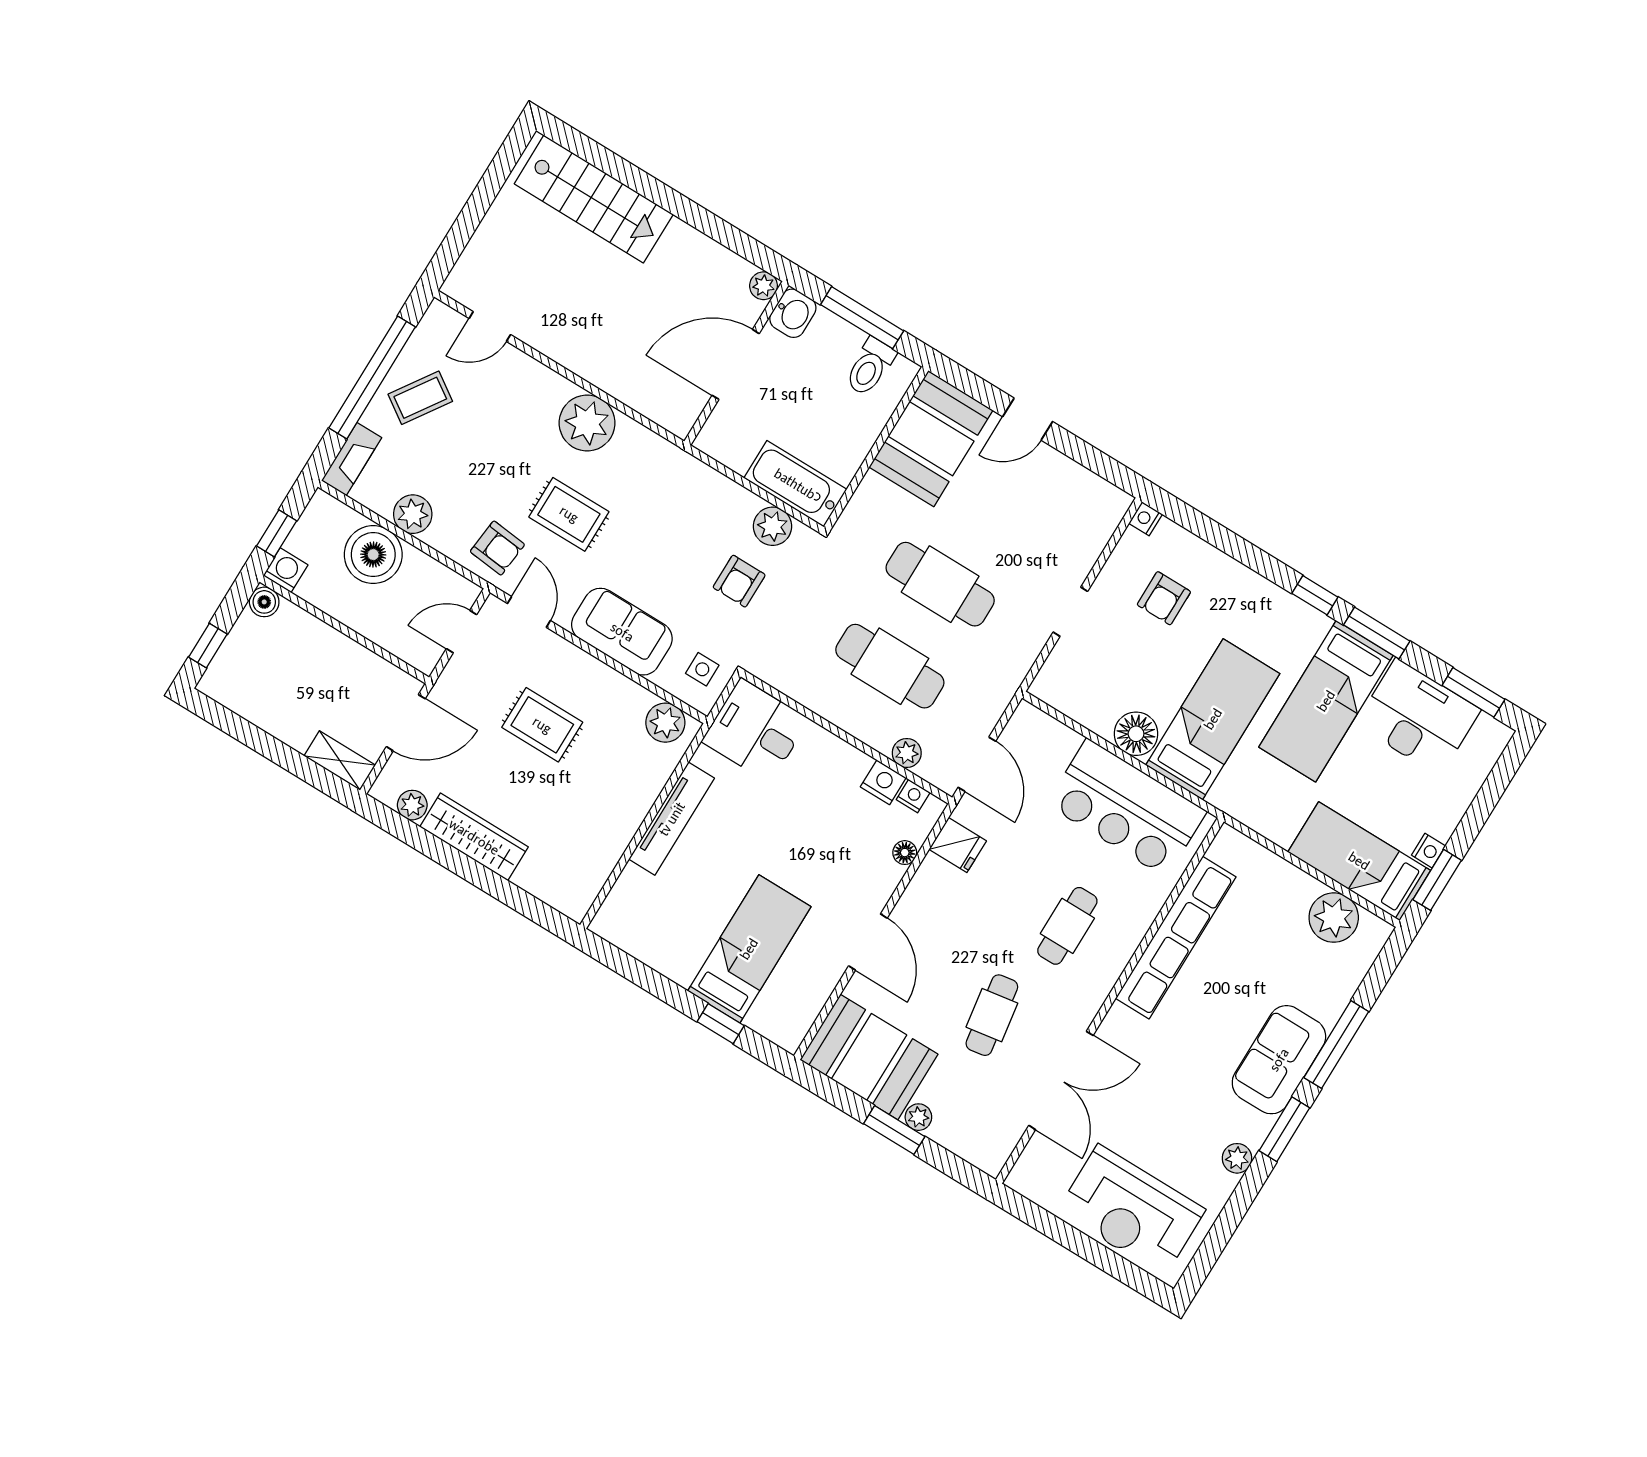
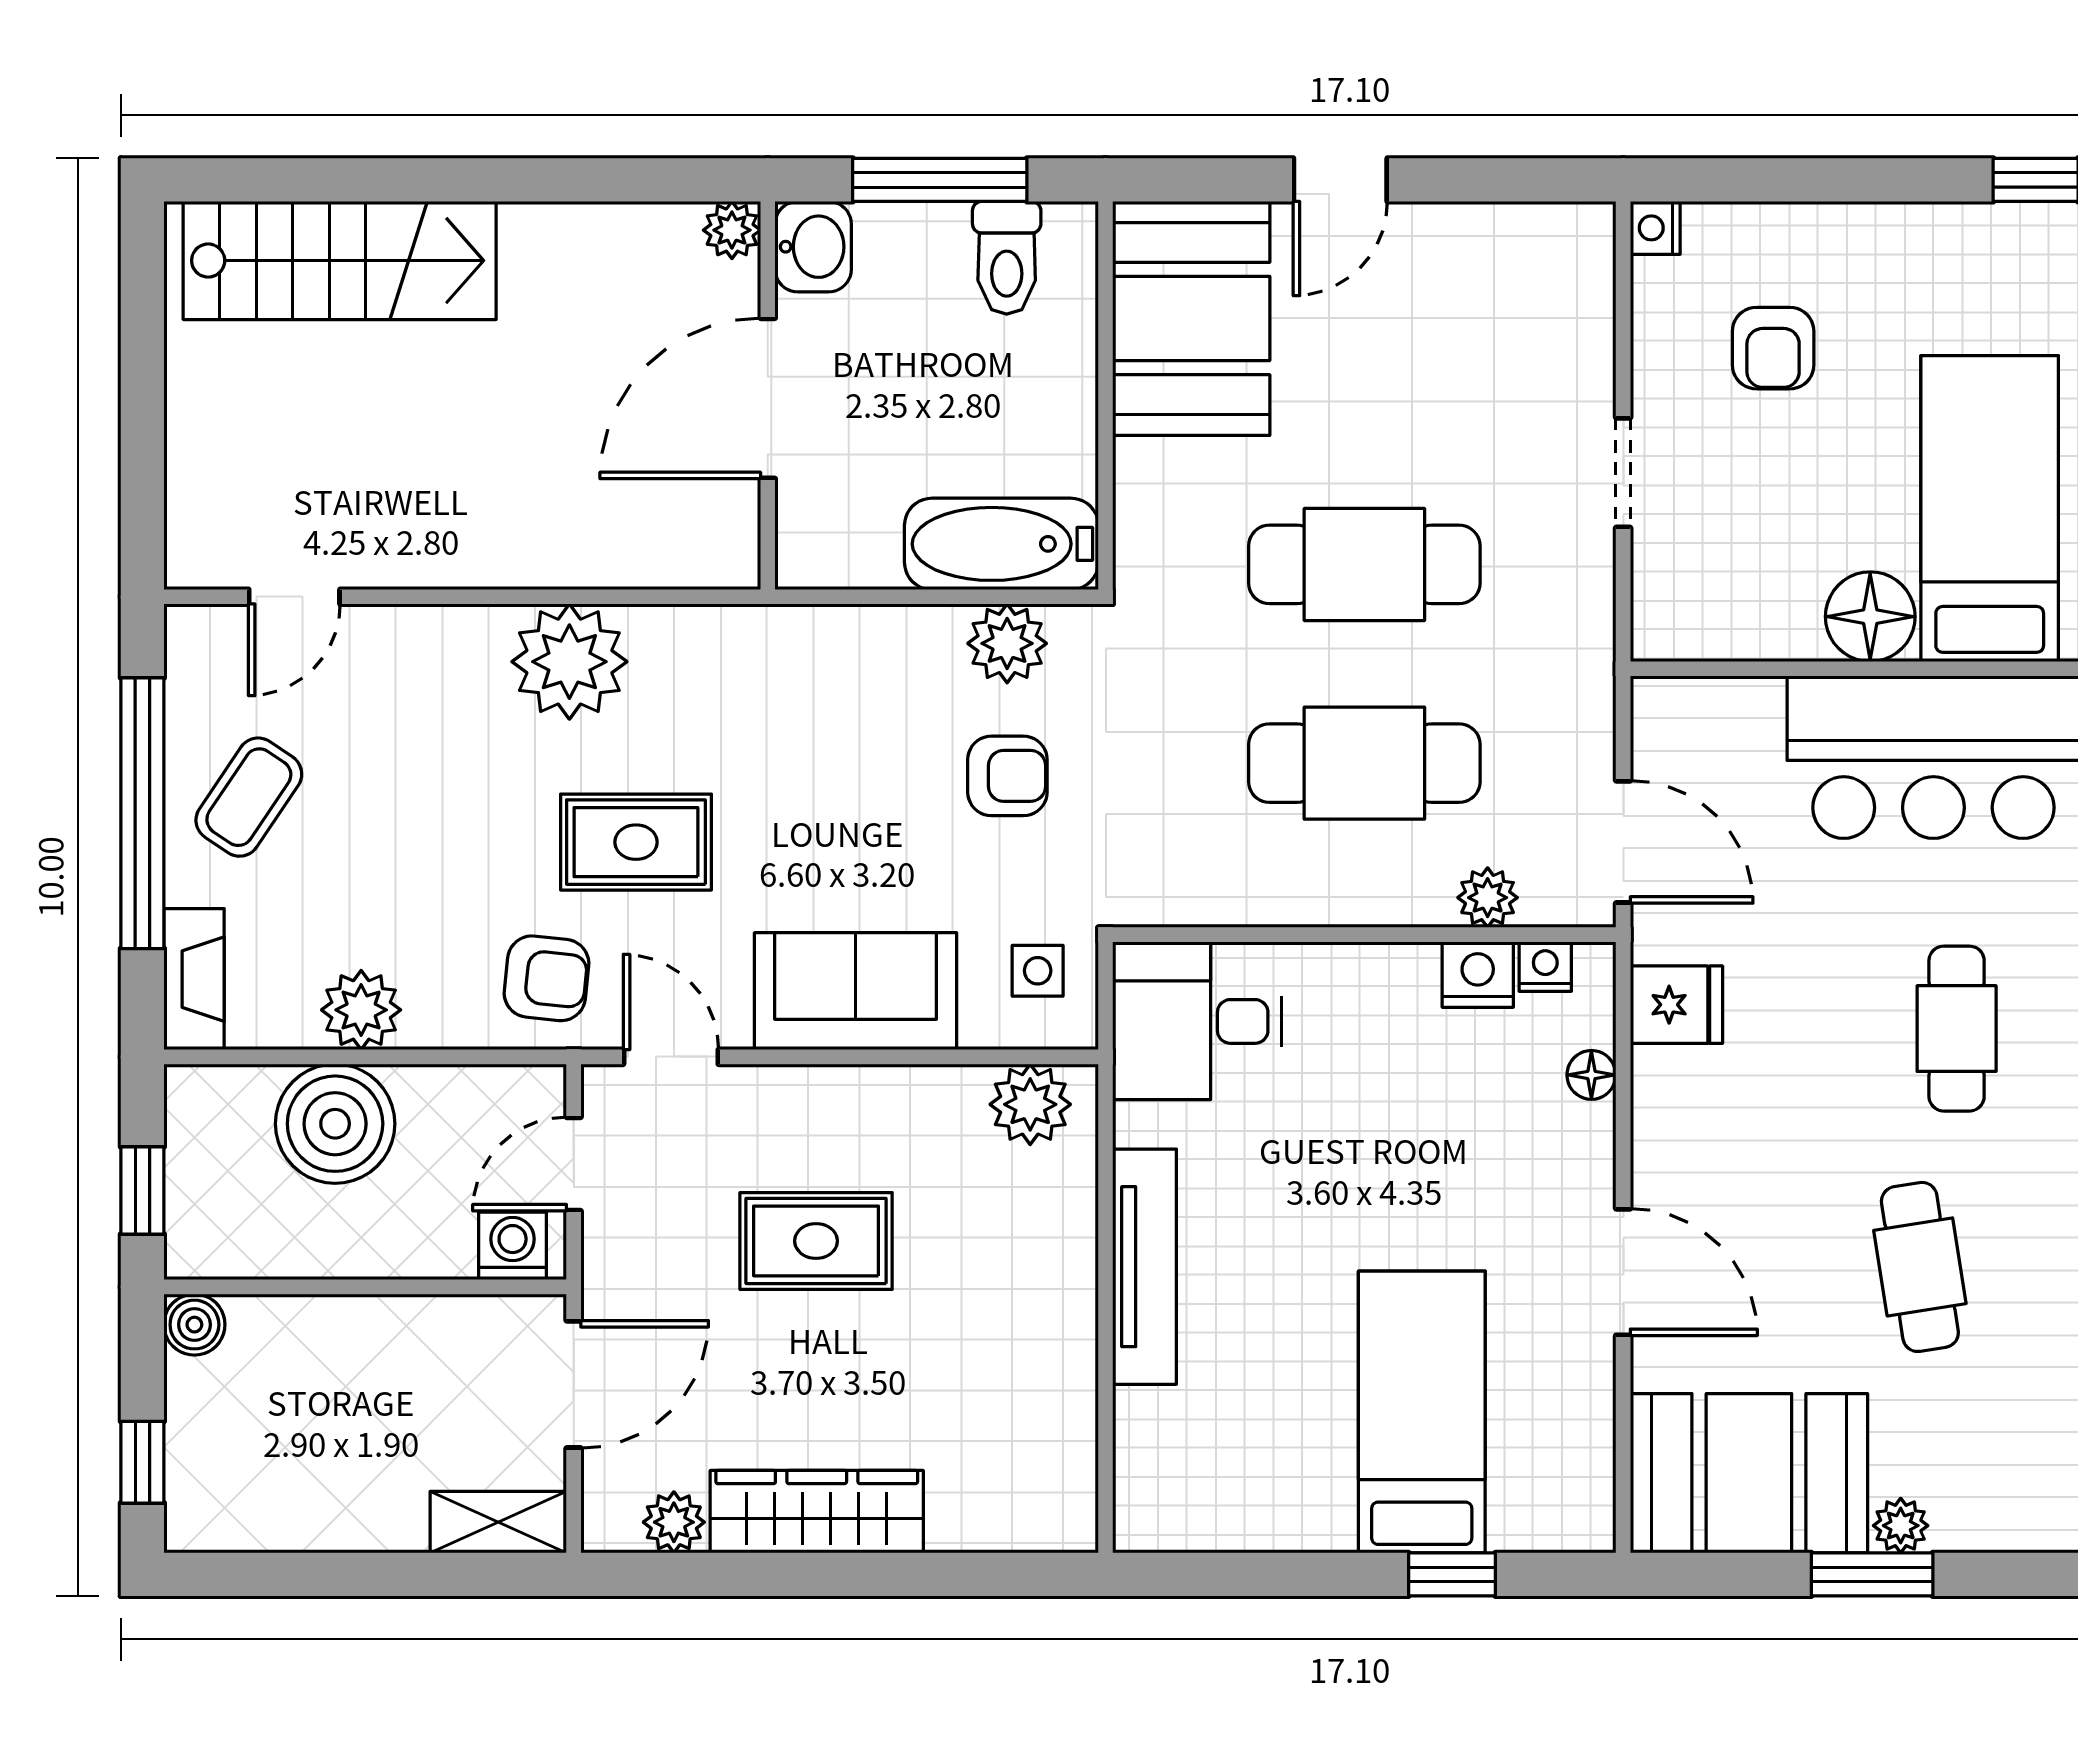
washing machine: (286, 570) -> (513, 1246), moved
armchair: (739, 581) -> (1007, 776), turned -90

